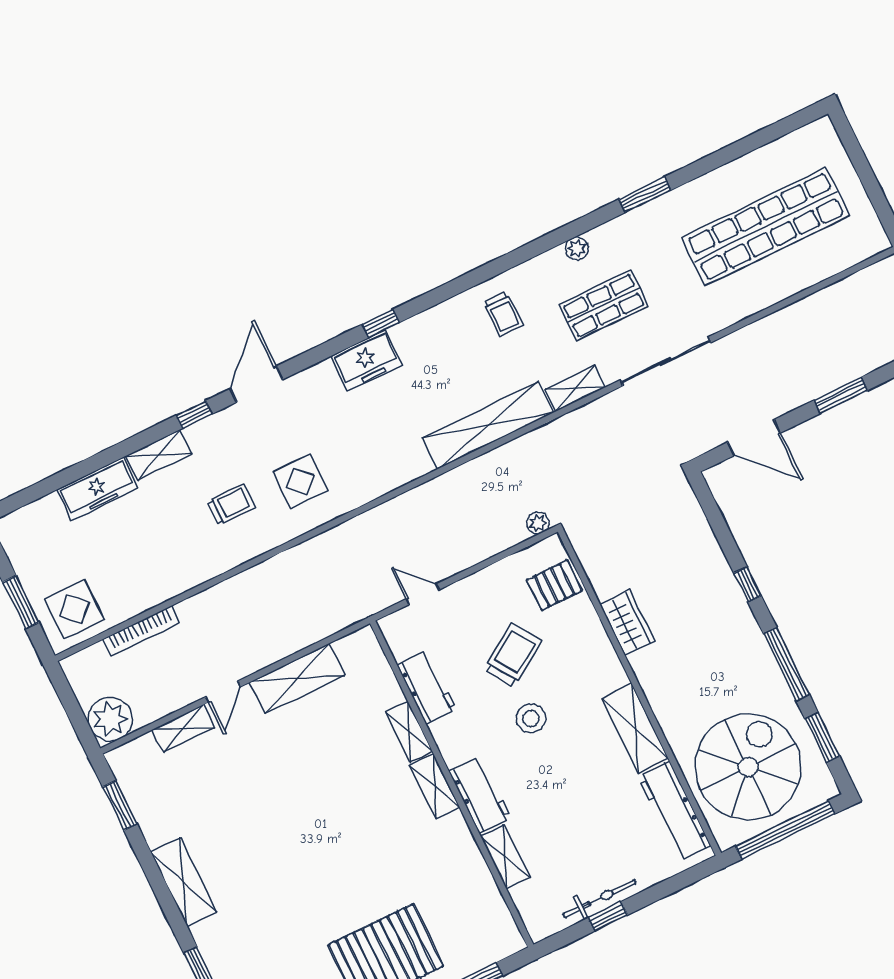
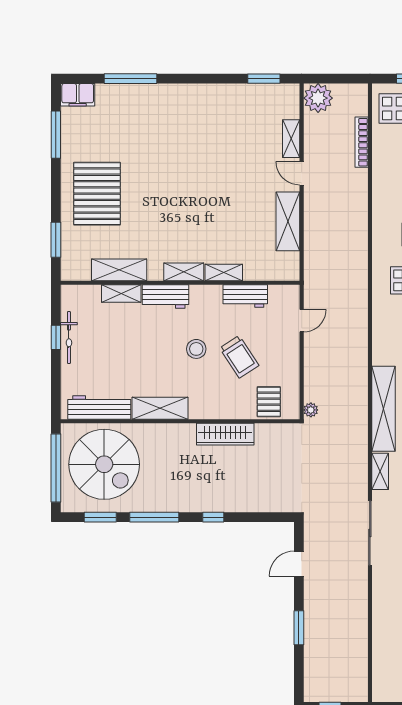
door: (754, 438) -> (299, 564), width x0.73
wardrobe: (627, 623) -> (225, 434), width x1.50
shelving: (184, 882) -> (119, 270), moved

